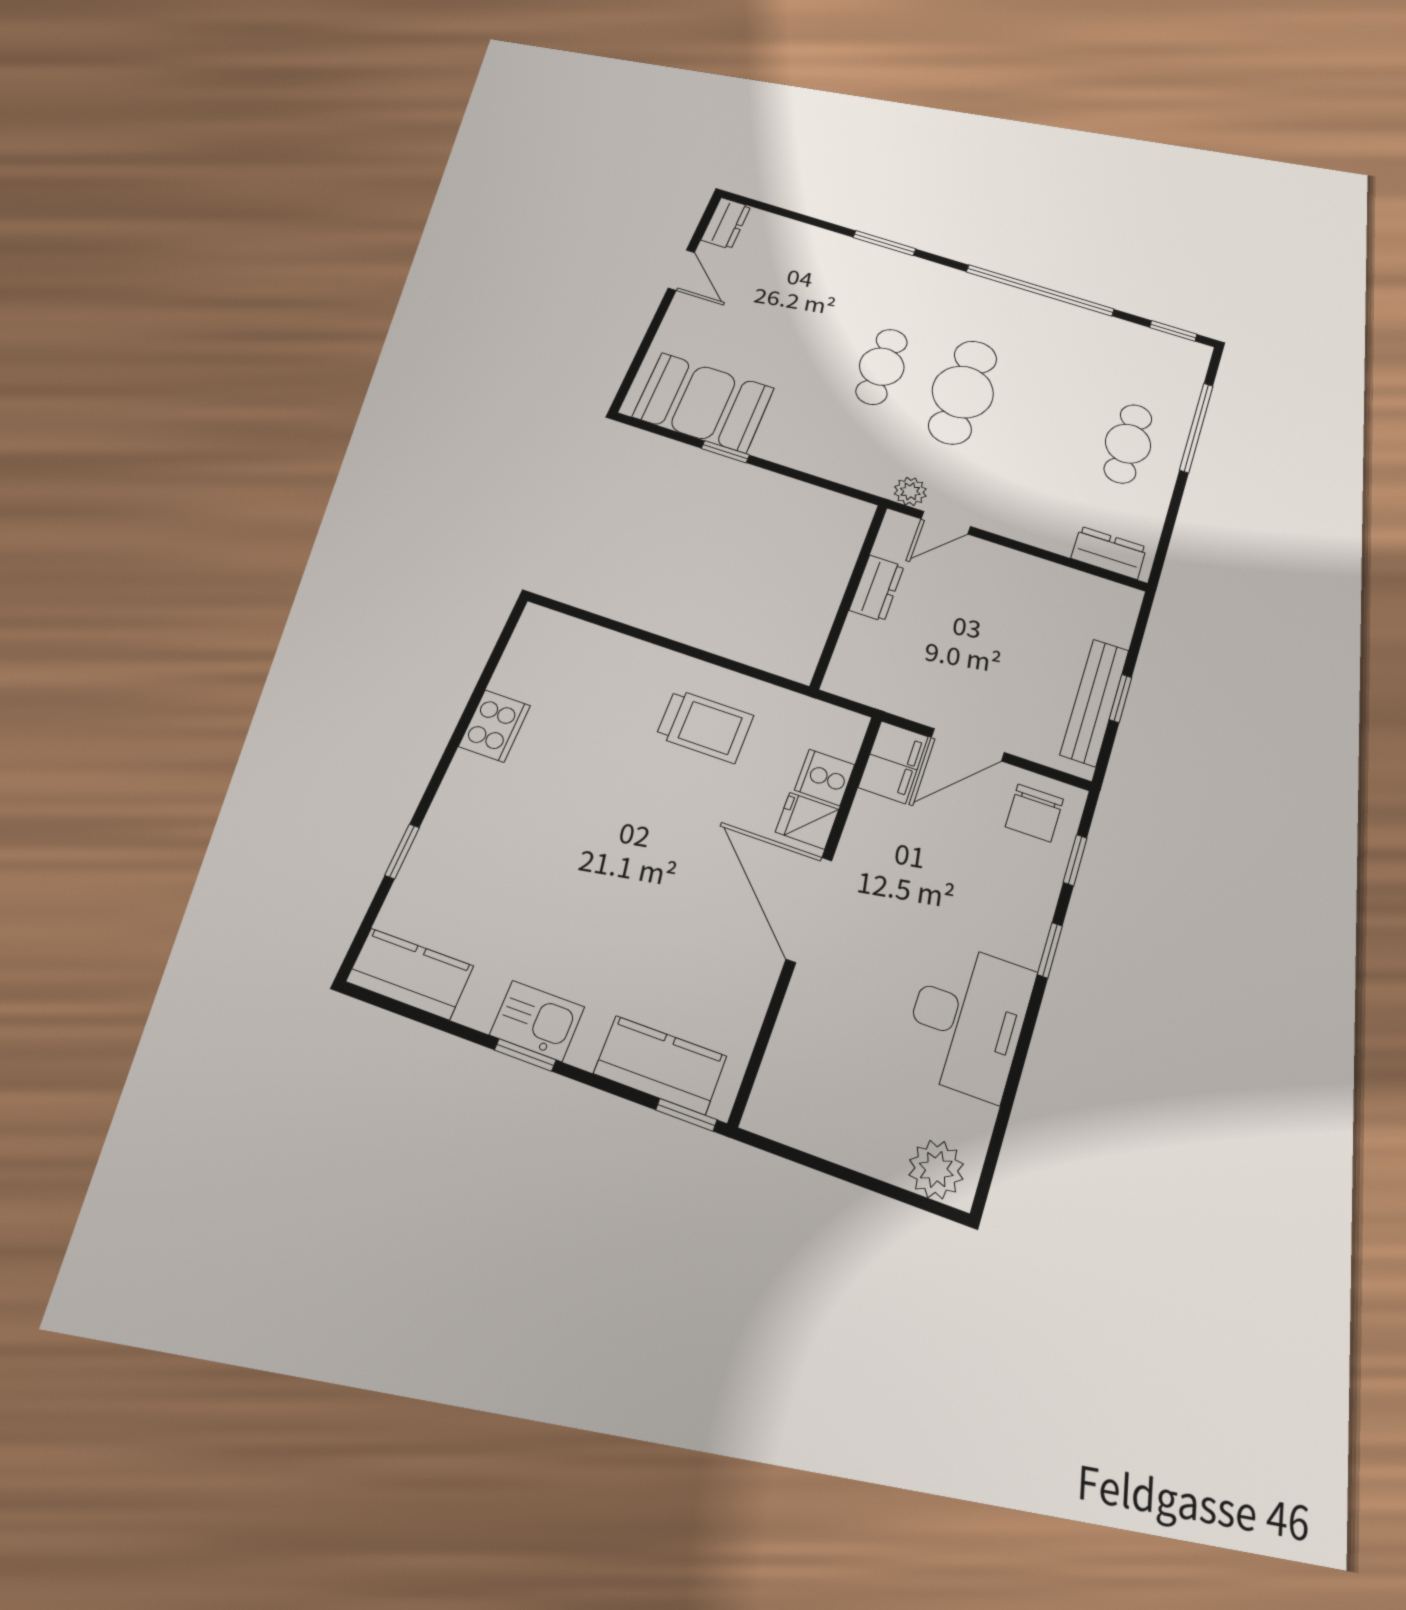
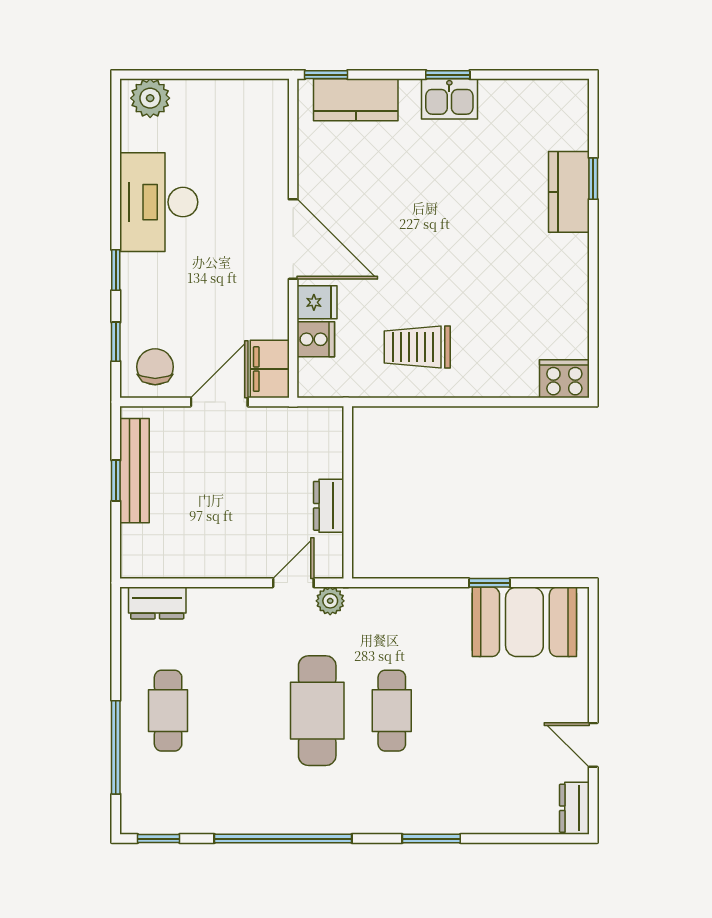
cooker: (494, 726) -> (564, 379), moved, turned 90
kitchen counter: (410, 974) -> (569, 192), moved, turned 90

